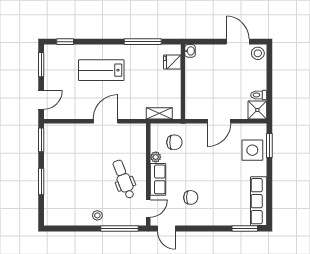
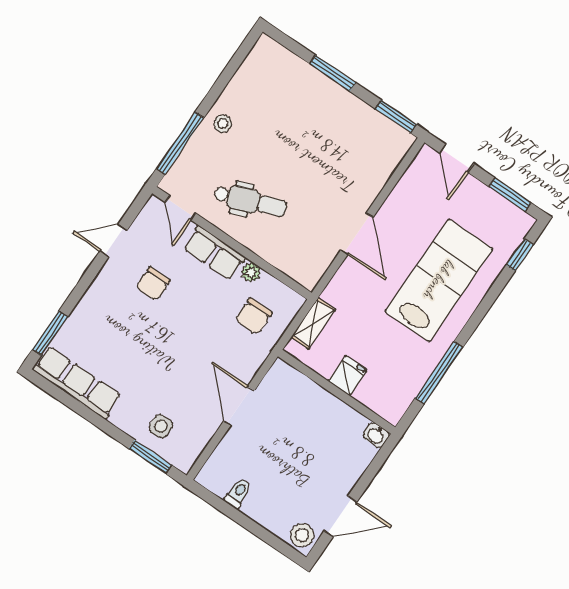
fridge: (172, 62) -> (348, 376), moved
lab bench: (101, 70) -> (439, 280), width x1.36, depth x1.39
shower: (257, 110) -> (216, 475), removed
side table: (252, 150) -> (161, 426), width x0.54, depth x0.54
door: (166, 228) -> (114, 241), moved

